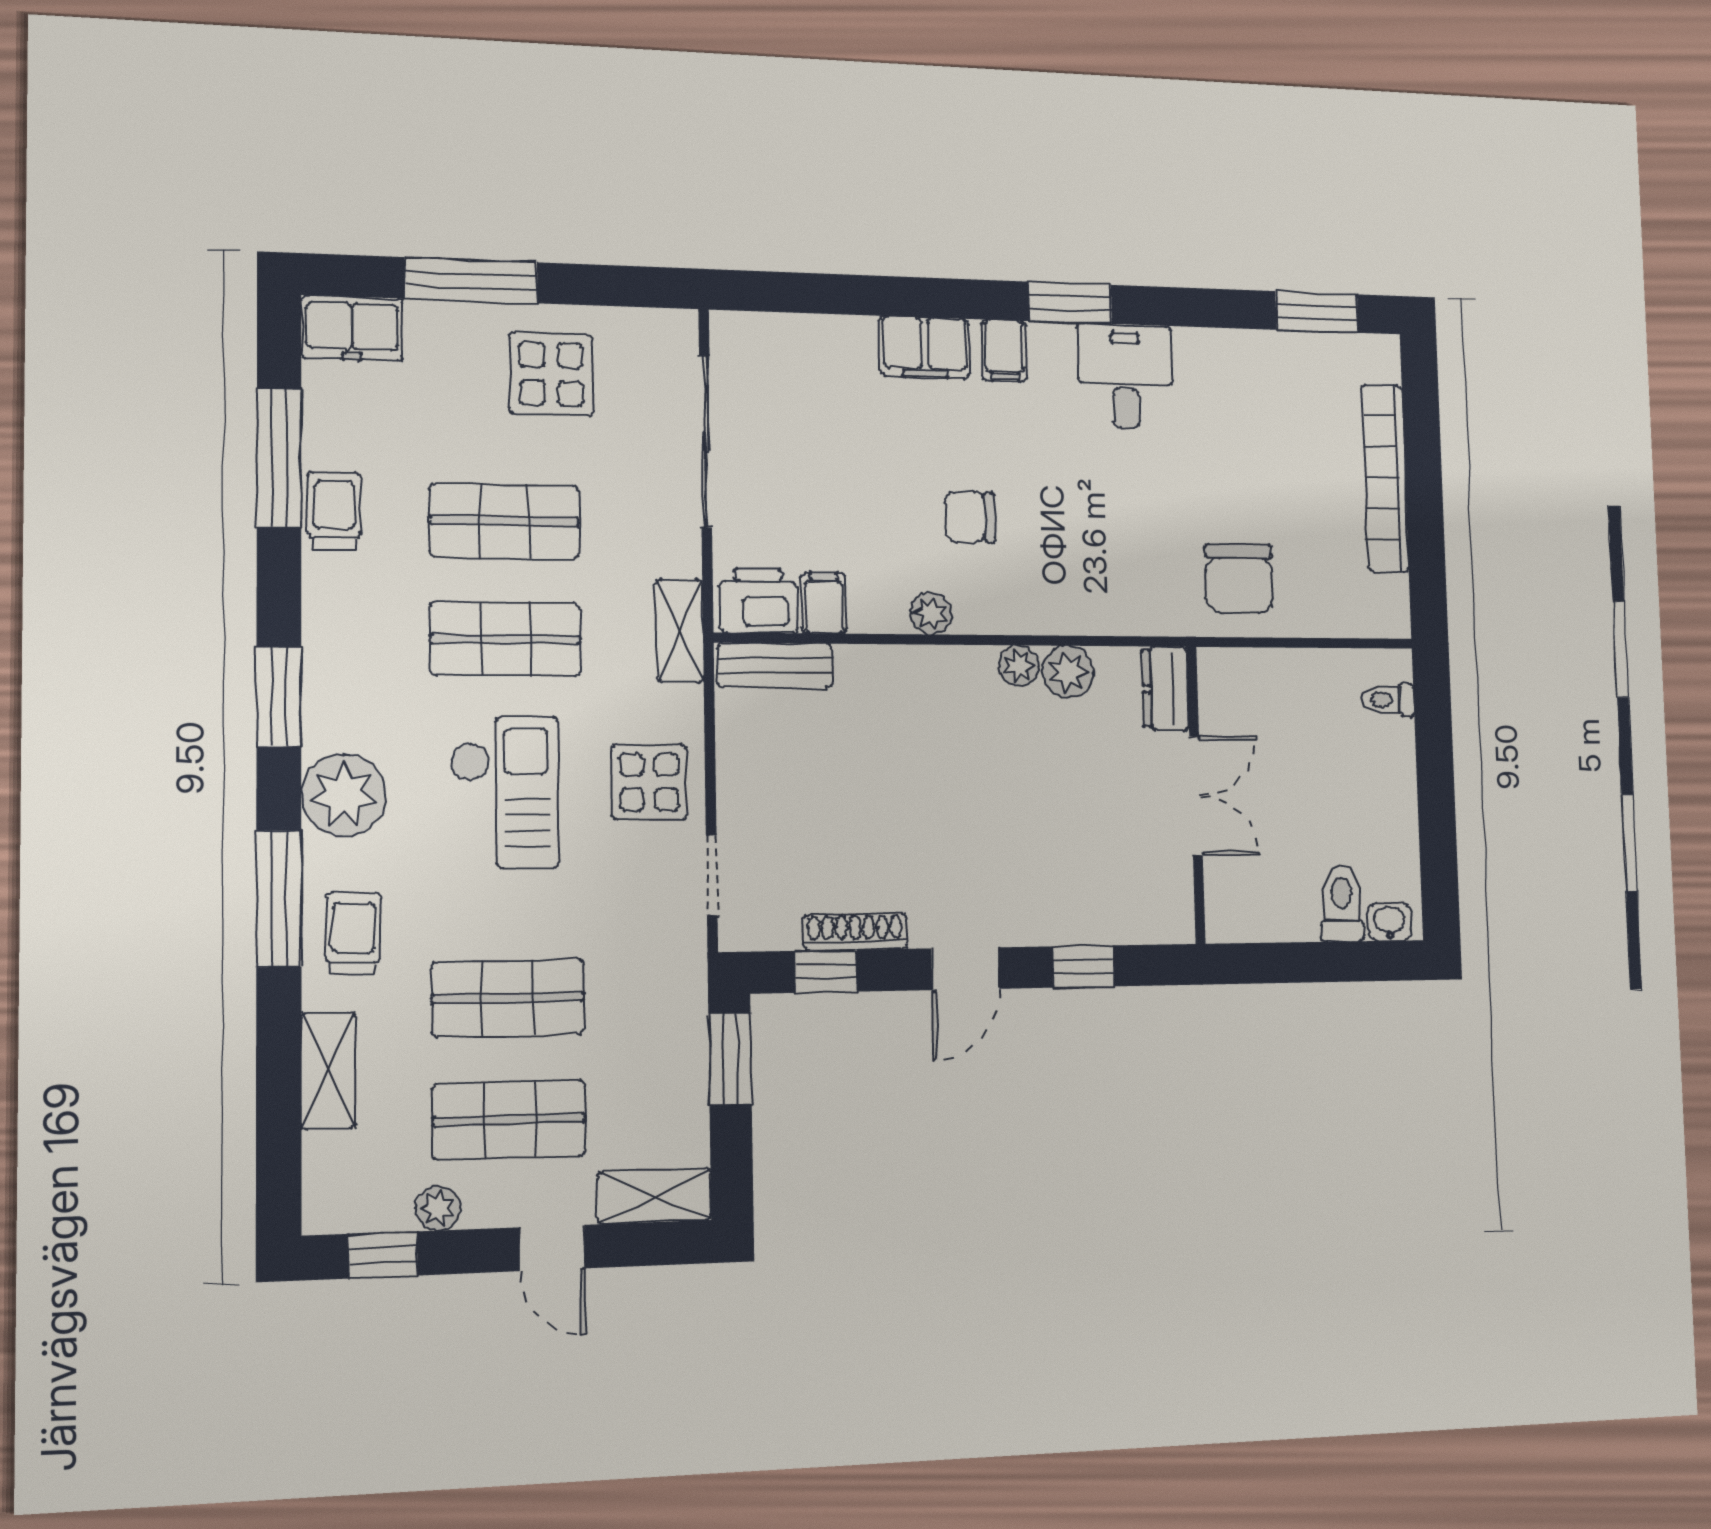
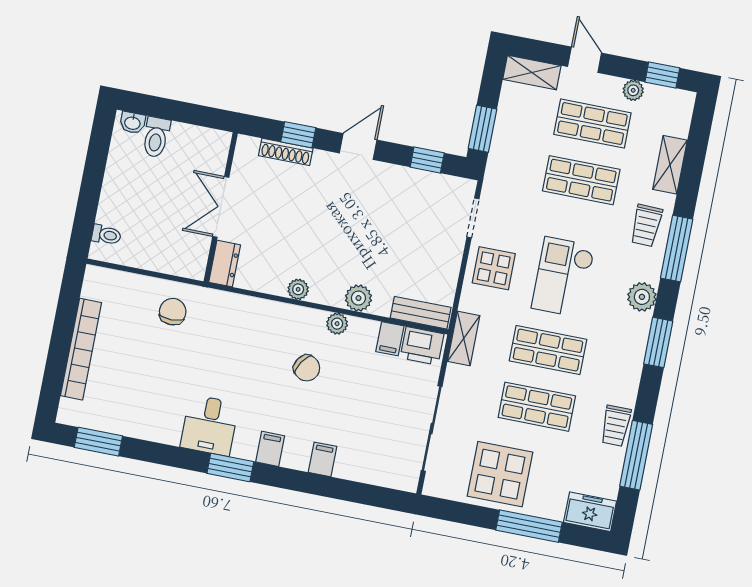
filing cabinet: (925, 347) -> (322, 459), width x0.50
display table: (551, 374) -> (500, 474), width x1.36, depth x1.36
chair: (970, 517) -> (307, 368), turned 33
chair: (1239, 579) -> (173, 312), width x0.73, depth x0.73
plant: (1068, 672) -> (358, 298), moved
plant: (344, 795) -> (642, 297), width x0.73, depth x0.73
shoe rack: (855, 932) -> (286, 152), moved

